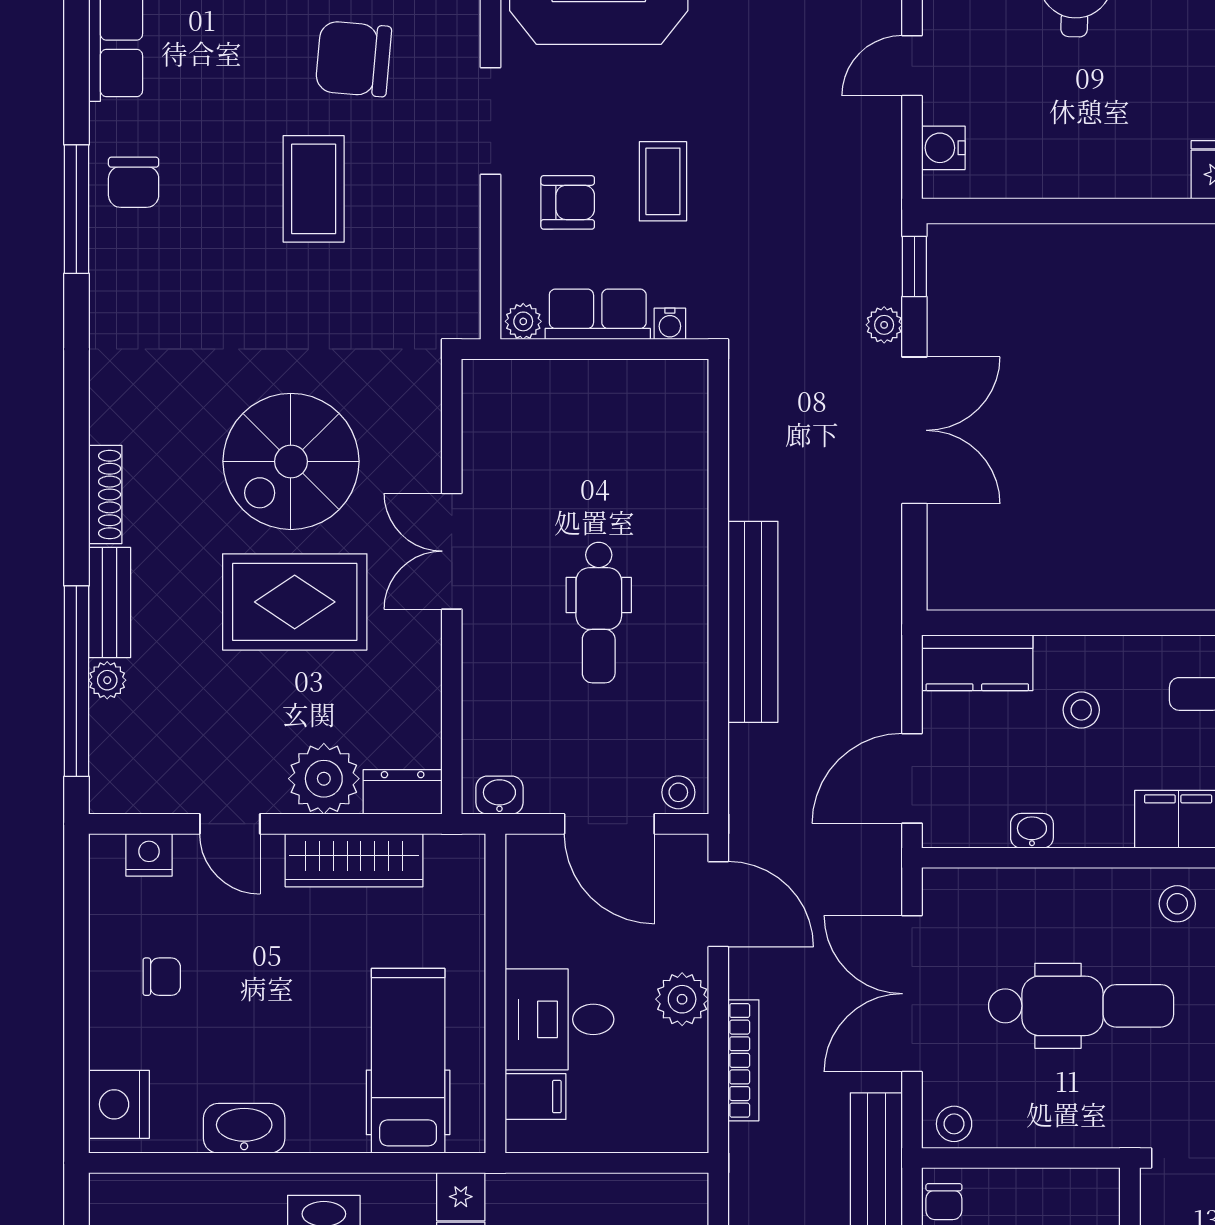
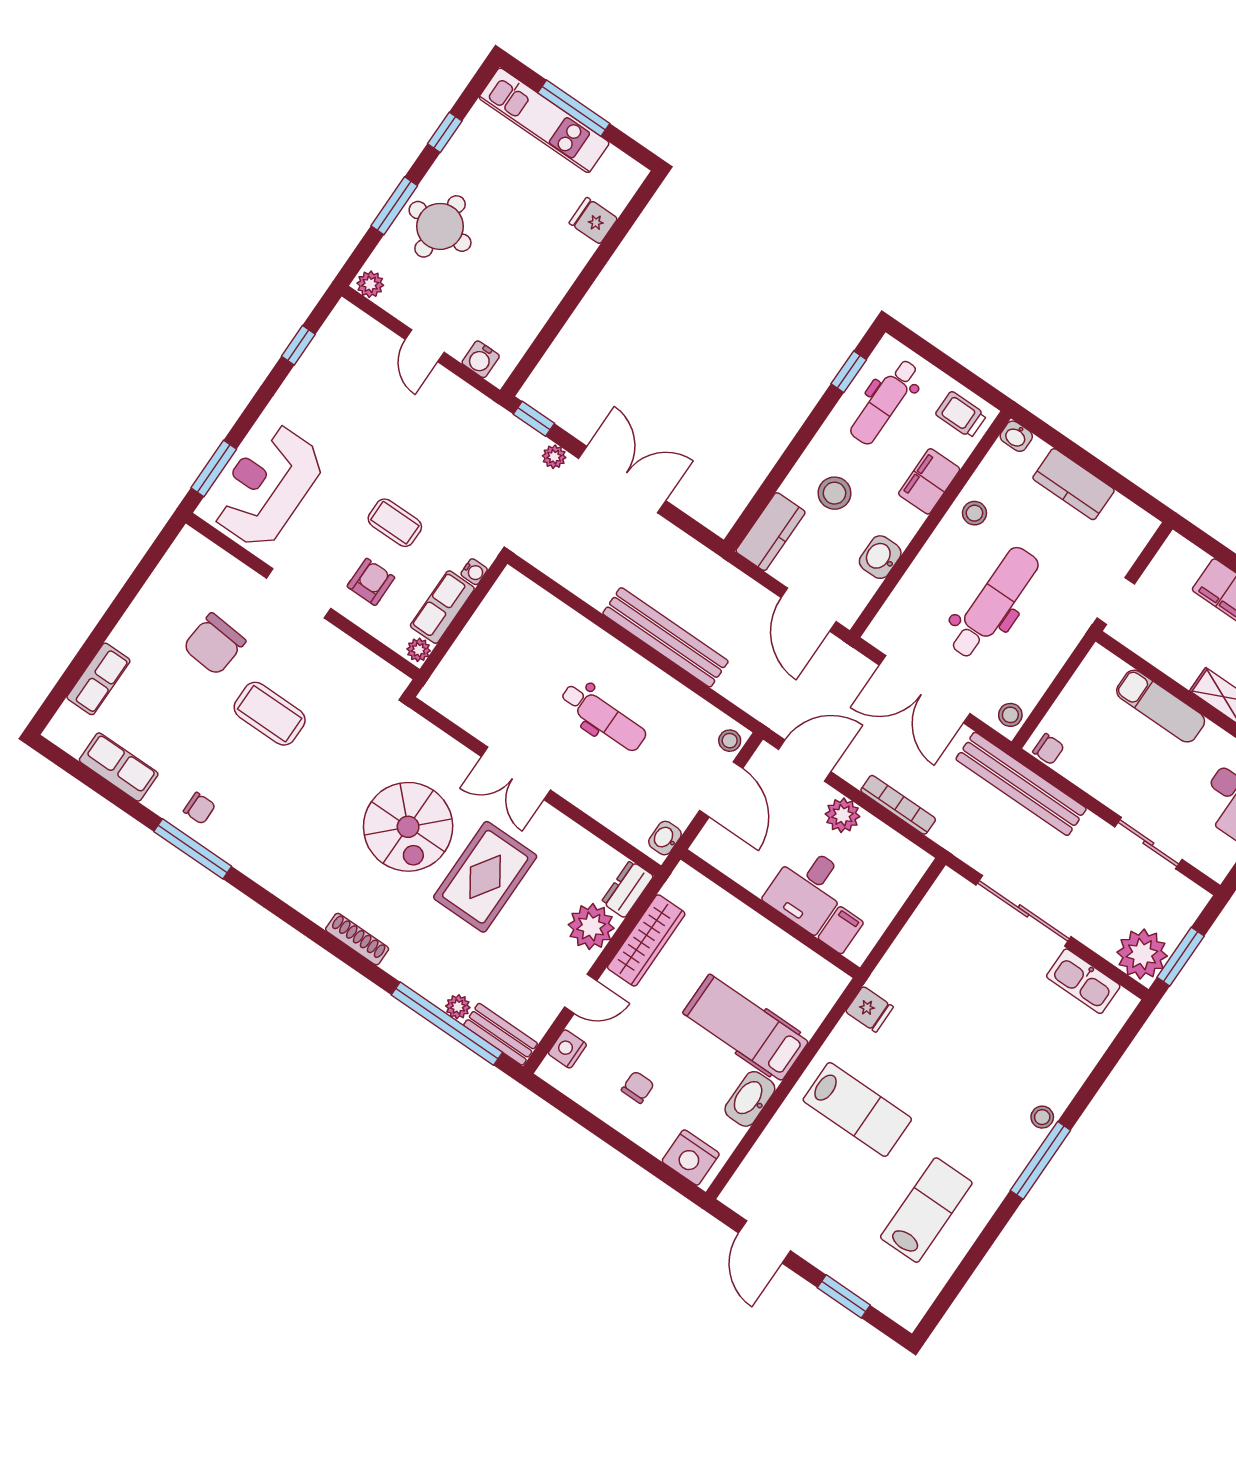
chair: (134, 182) -> (199, 808), width x0.73, depth x0.73
bench: (110, 603) -> (501, 1034), moved
stool: (1081, 710) -> (835, 493), width x1.37, depth x1.37
door: (609, 824) -> (721, 789), hinge flipped
washbasin: (1032, 831) -> (880, 557), width x1.38, depth x1.45
hospital bed: (408, 1061) -> (746, 1027), moved

